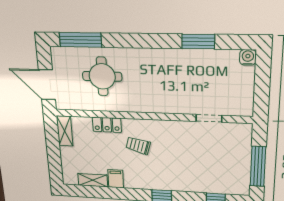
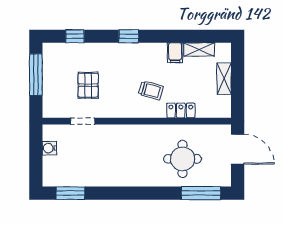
window: (198, 41) -> (70, 193), moved
water cooler: (248, 57) -> (49, 148), moved, turned 90
shelving: (65, 131) -> (224, 79), moved
pallet: (203, 153) -> (88, 85), added

